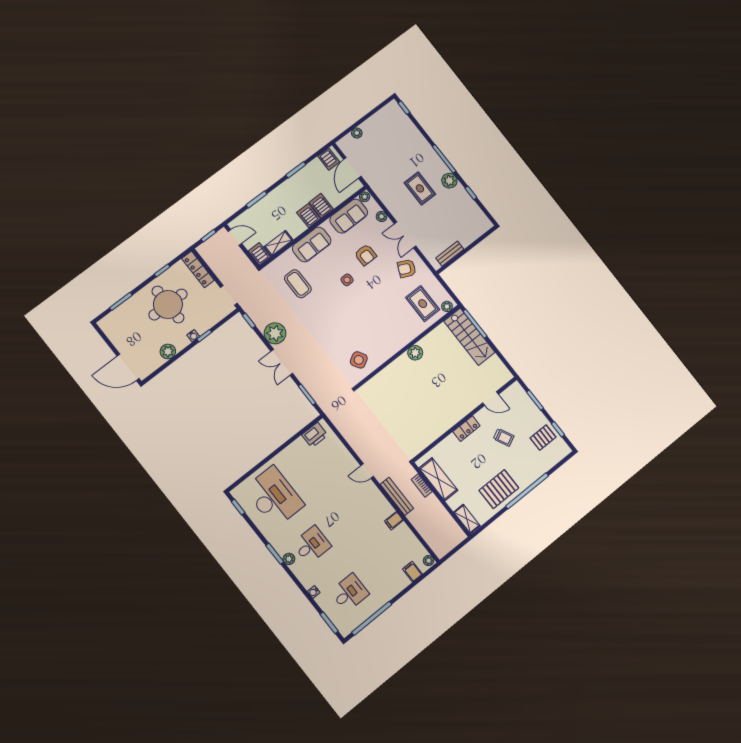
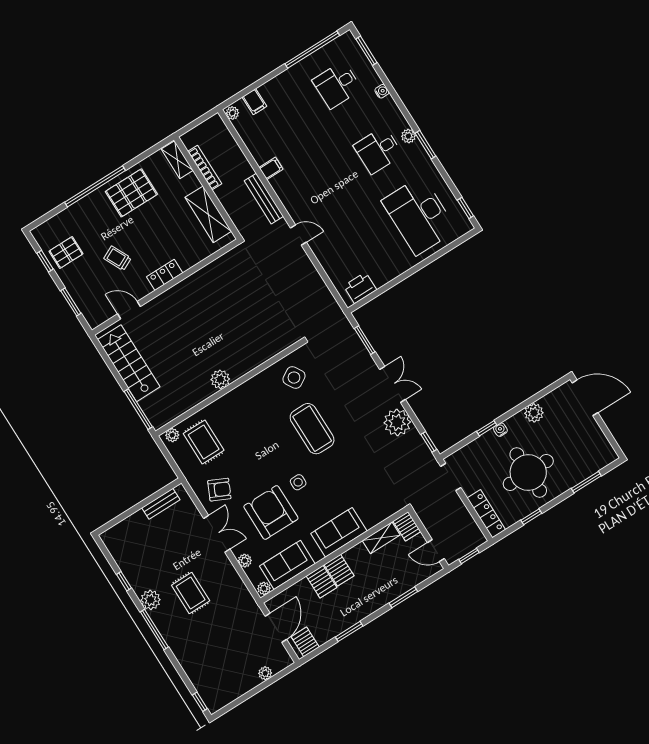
armchair: (365, 255) -> (271, 512), width x1.88, depth x1.88
coffee table: (298, 284) -> (312, 429), moved, width x1.36, depth x1.32
stairs: (469, 337) -> (129, 363), moved
bookcase: (422, 485) -> (205, 168), moved, width x1.56

